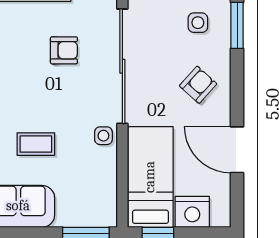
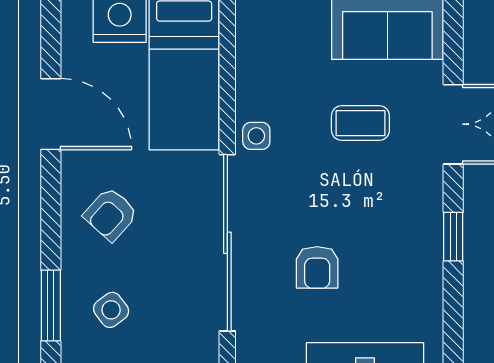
side table: (198, 23) -> (111, 310), turned -37
armchair: (64, 50) -> (317, 267), turned -90

